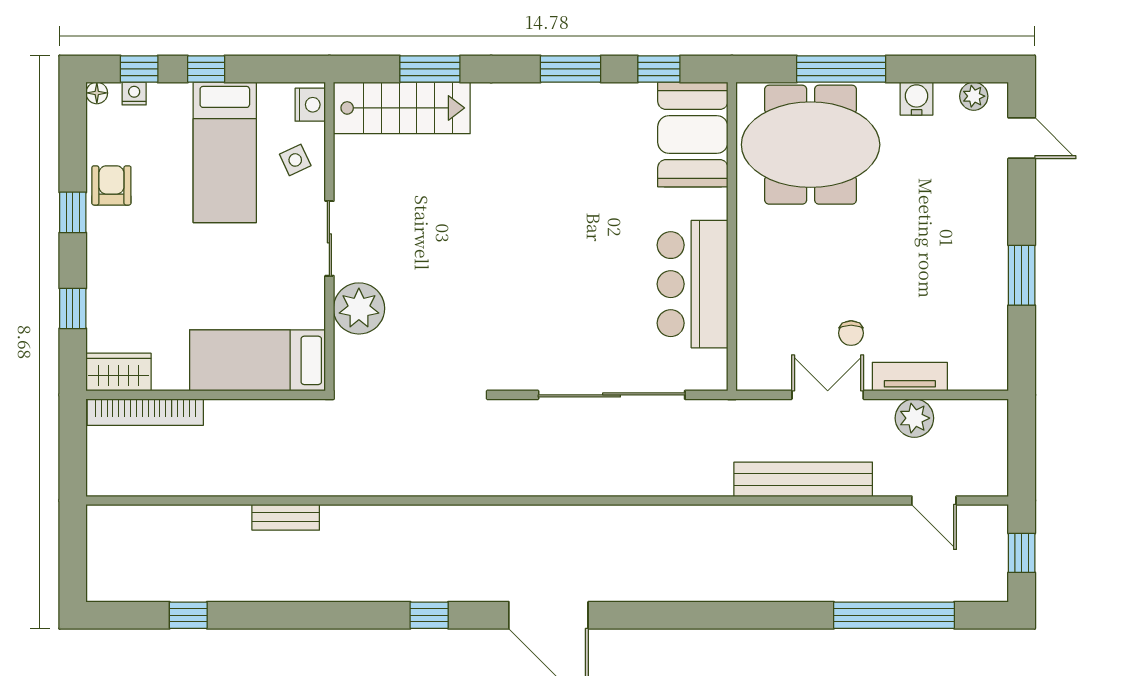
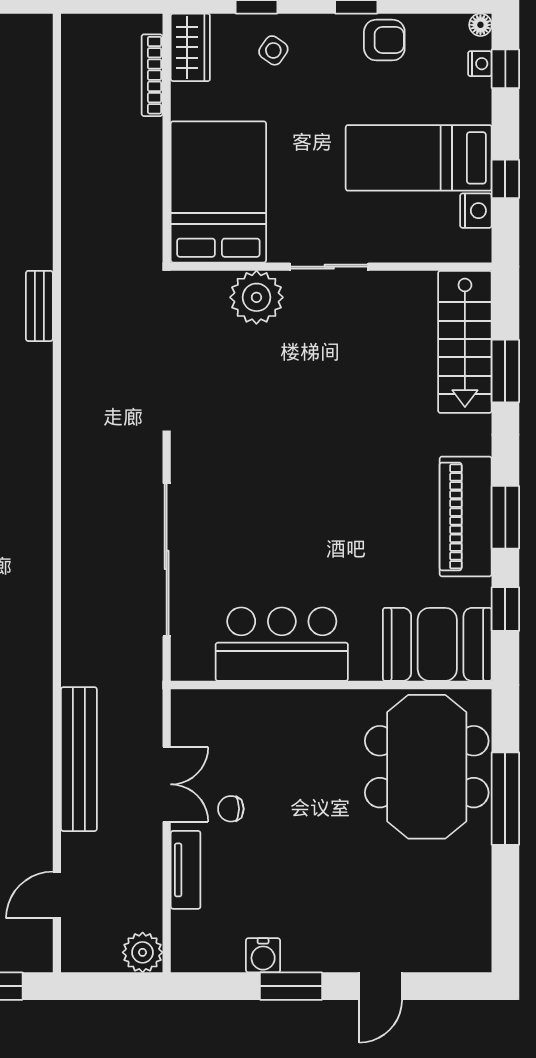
window: (206, 69) -> (505, 179), moved
plant: (974, 96) -> (477, 936), removed
water cooler: (917, 99) -> (263, 955), moved, turned 90
nightstand: (310, 105) -> (476, 211), moved, turned -90
piano: (570, 107) -> (466, 516), added
door: (1022, 138) -> (381, 986), moved
side table: (295, 160) -> (273, 50), moved, turned -30
bed: (258, 360) -> (218, 192), width x1.50
bookcase: (145, 412) -> (152, 75), width x0.68, depth x0.76
plant: (914, 418) -> (143, 952), moved
bench: (286, 517) -> (39, 306), moved

